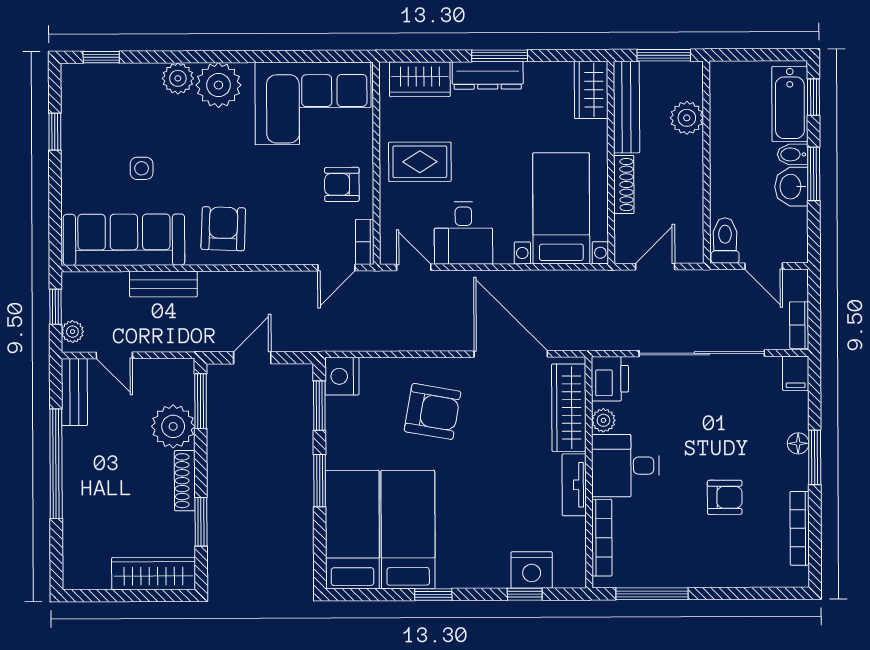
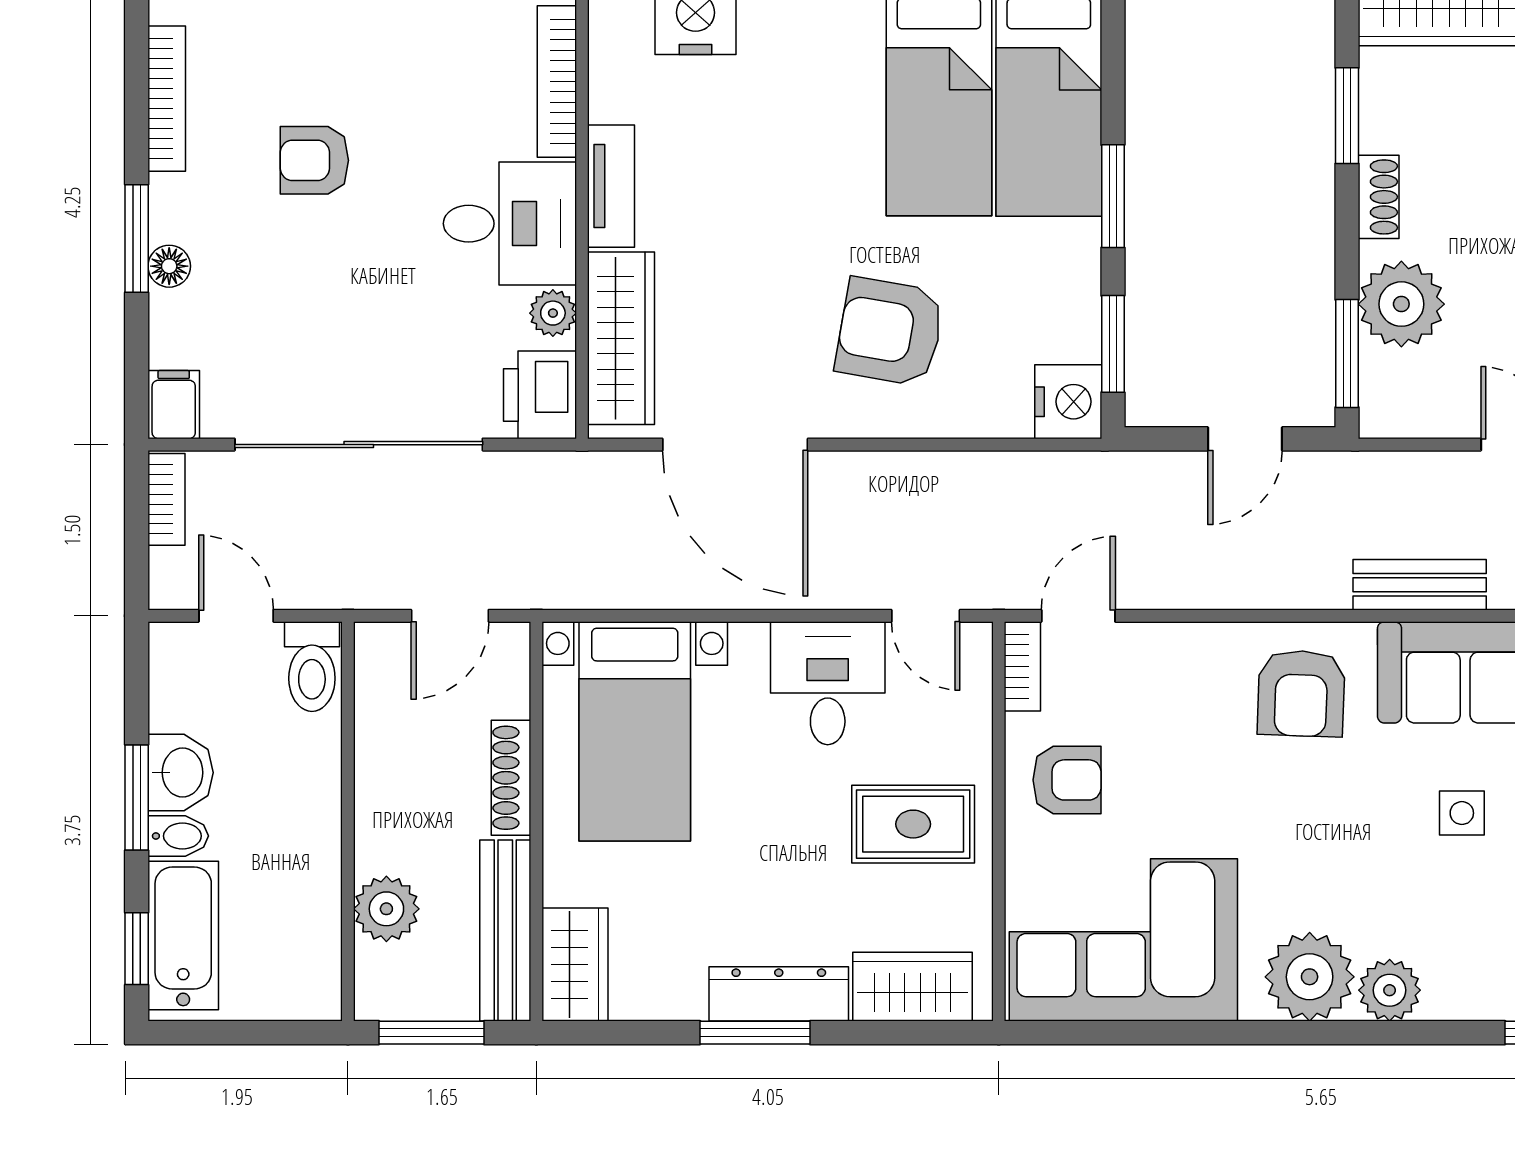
shoe rack: (185, 481) -> (1379, 197), width x0.70

